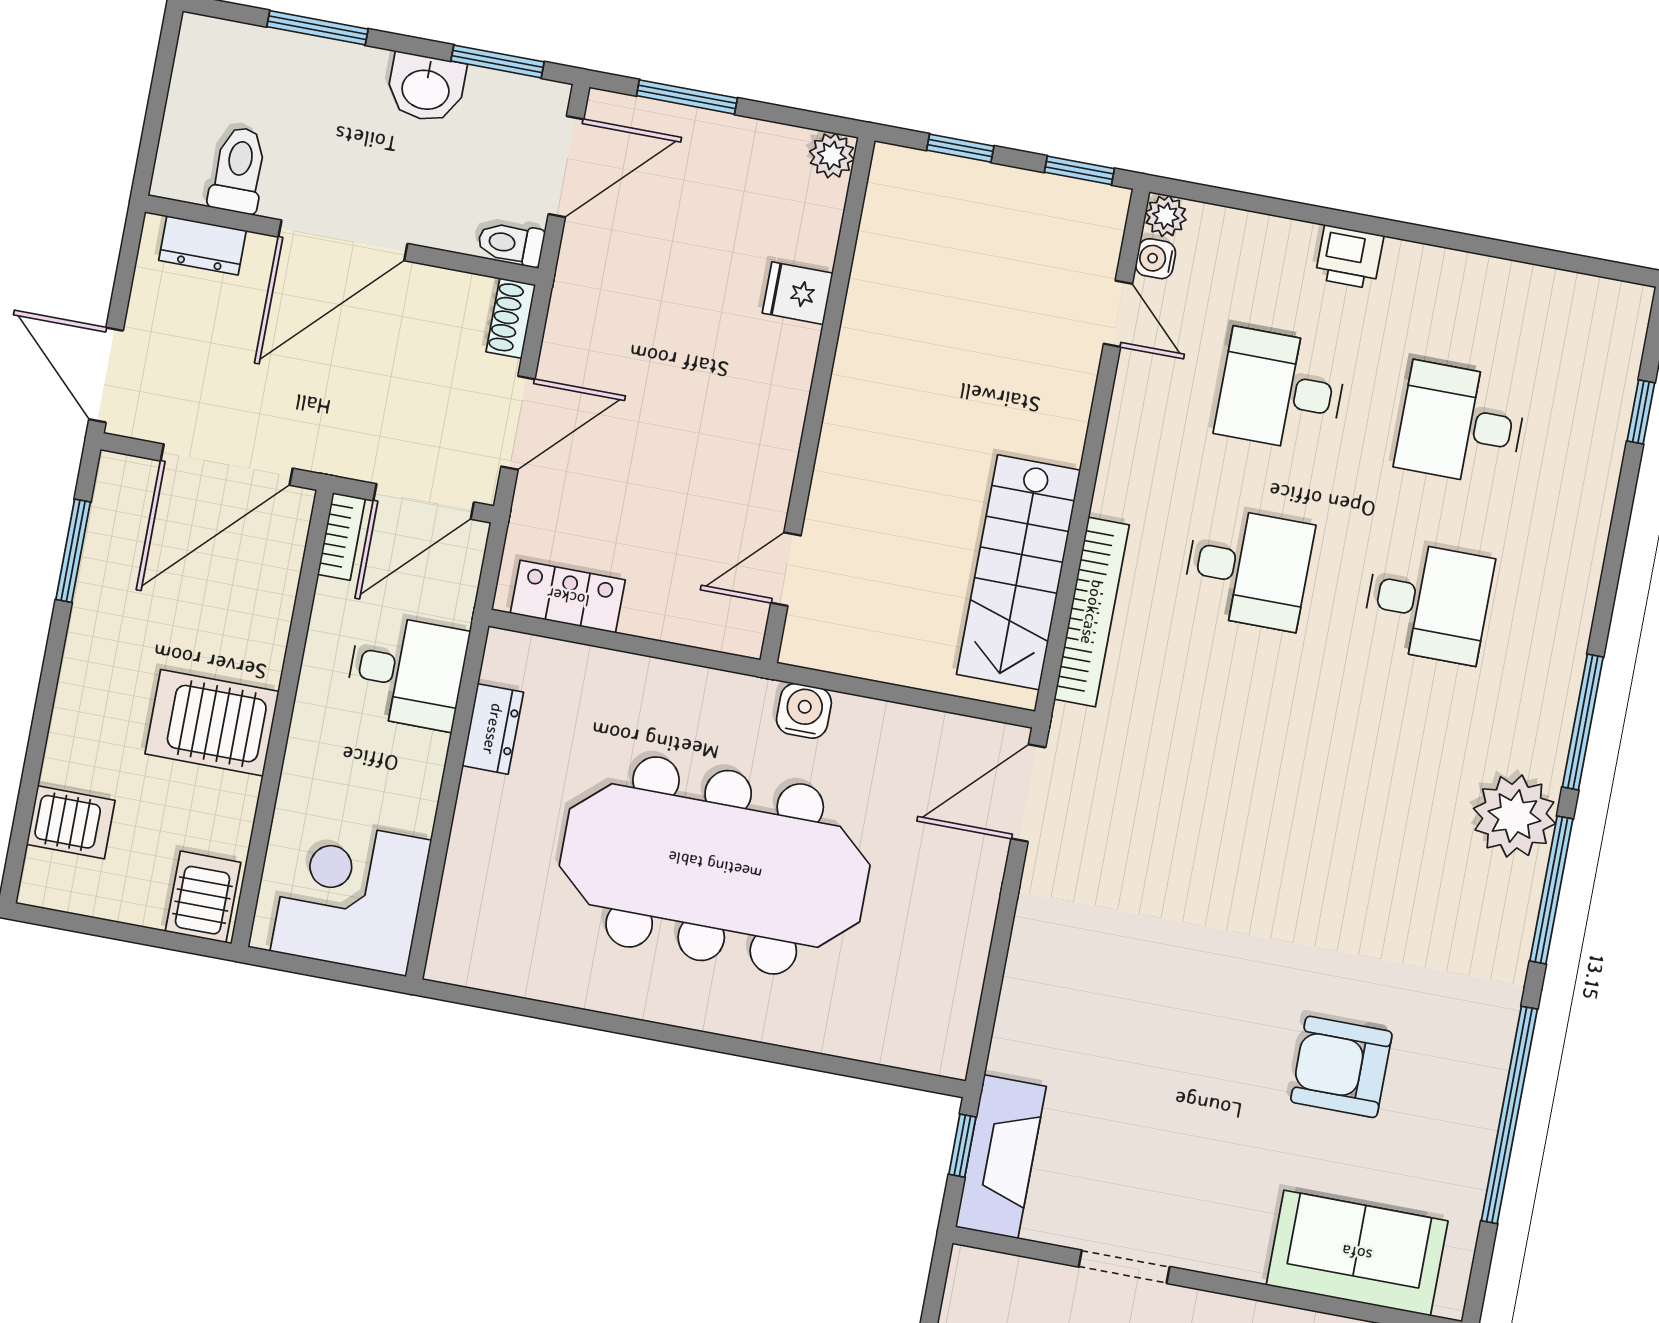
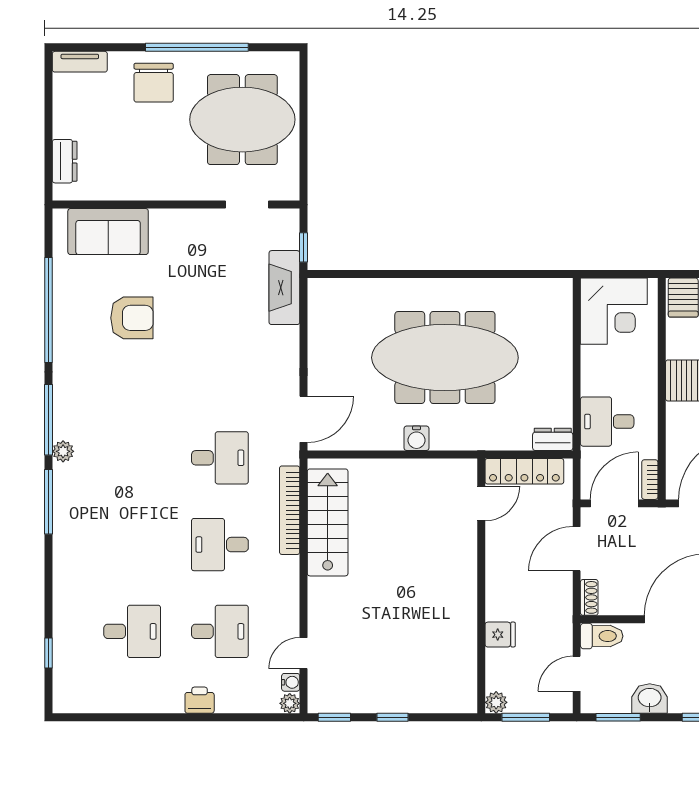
plant: (832, 155) -> (496, 702), moved
door: (566, 167) -> (577, 674), width x0.73
toilet: (511, 244) -> (602, 636), width x1.37, depth x1.39
fridge: (798, 293) -> (500, 635), moved
door: (1118, 314) -> (304, 653), hinge flipped
wall: (817, 400) -> (481, 586), moved
door: (786, 569) -> (481, 503), moved
locker: (568, 597) -> (524, 471), width x1.53
desk: (1428, 602) -> (220, 458), moved, turned 180
dresser: (493, 729) -> (553, 439), moved, turned 90
plant: (1514, 816) -> (63, 451), width x0.53, depth x0.53
fireplace: (1001, 1157) -> (284, 288), moved
doorway: (1124, 1267) -> (247, 205), moved

